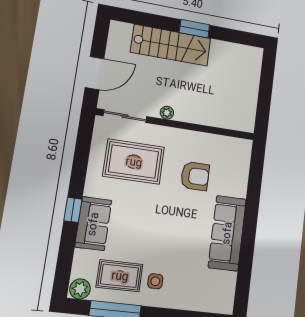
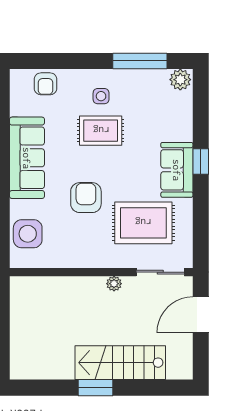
side table: (235, 167) -> (28, 234), added
armchair: (195, 176) -> (86, 198), moved, turned 90
sofa: (93, 224) -> (177, 170), moved
rug: (120, 276) -> (101, 131), moved
armchair: (203, 298) -> (45, 84), added

